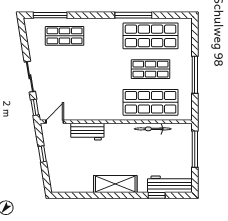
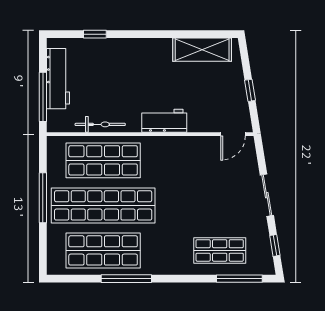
shop shelf: (151, 69) -> (103, 205), width x2.00, depth x1.36
window: (35, 107) -> (275, 245), moved
workbench: (87, 132) -> (164, 121), moved
shelving: (115, 184) -> (202, 50), moved
workbench: (170, 184) -> (58, 79), moved, turned -90

